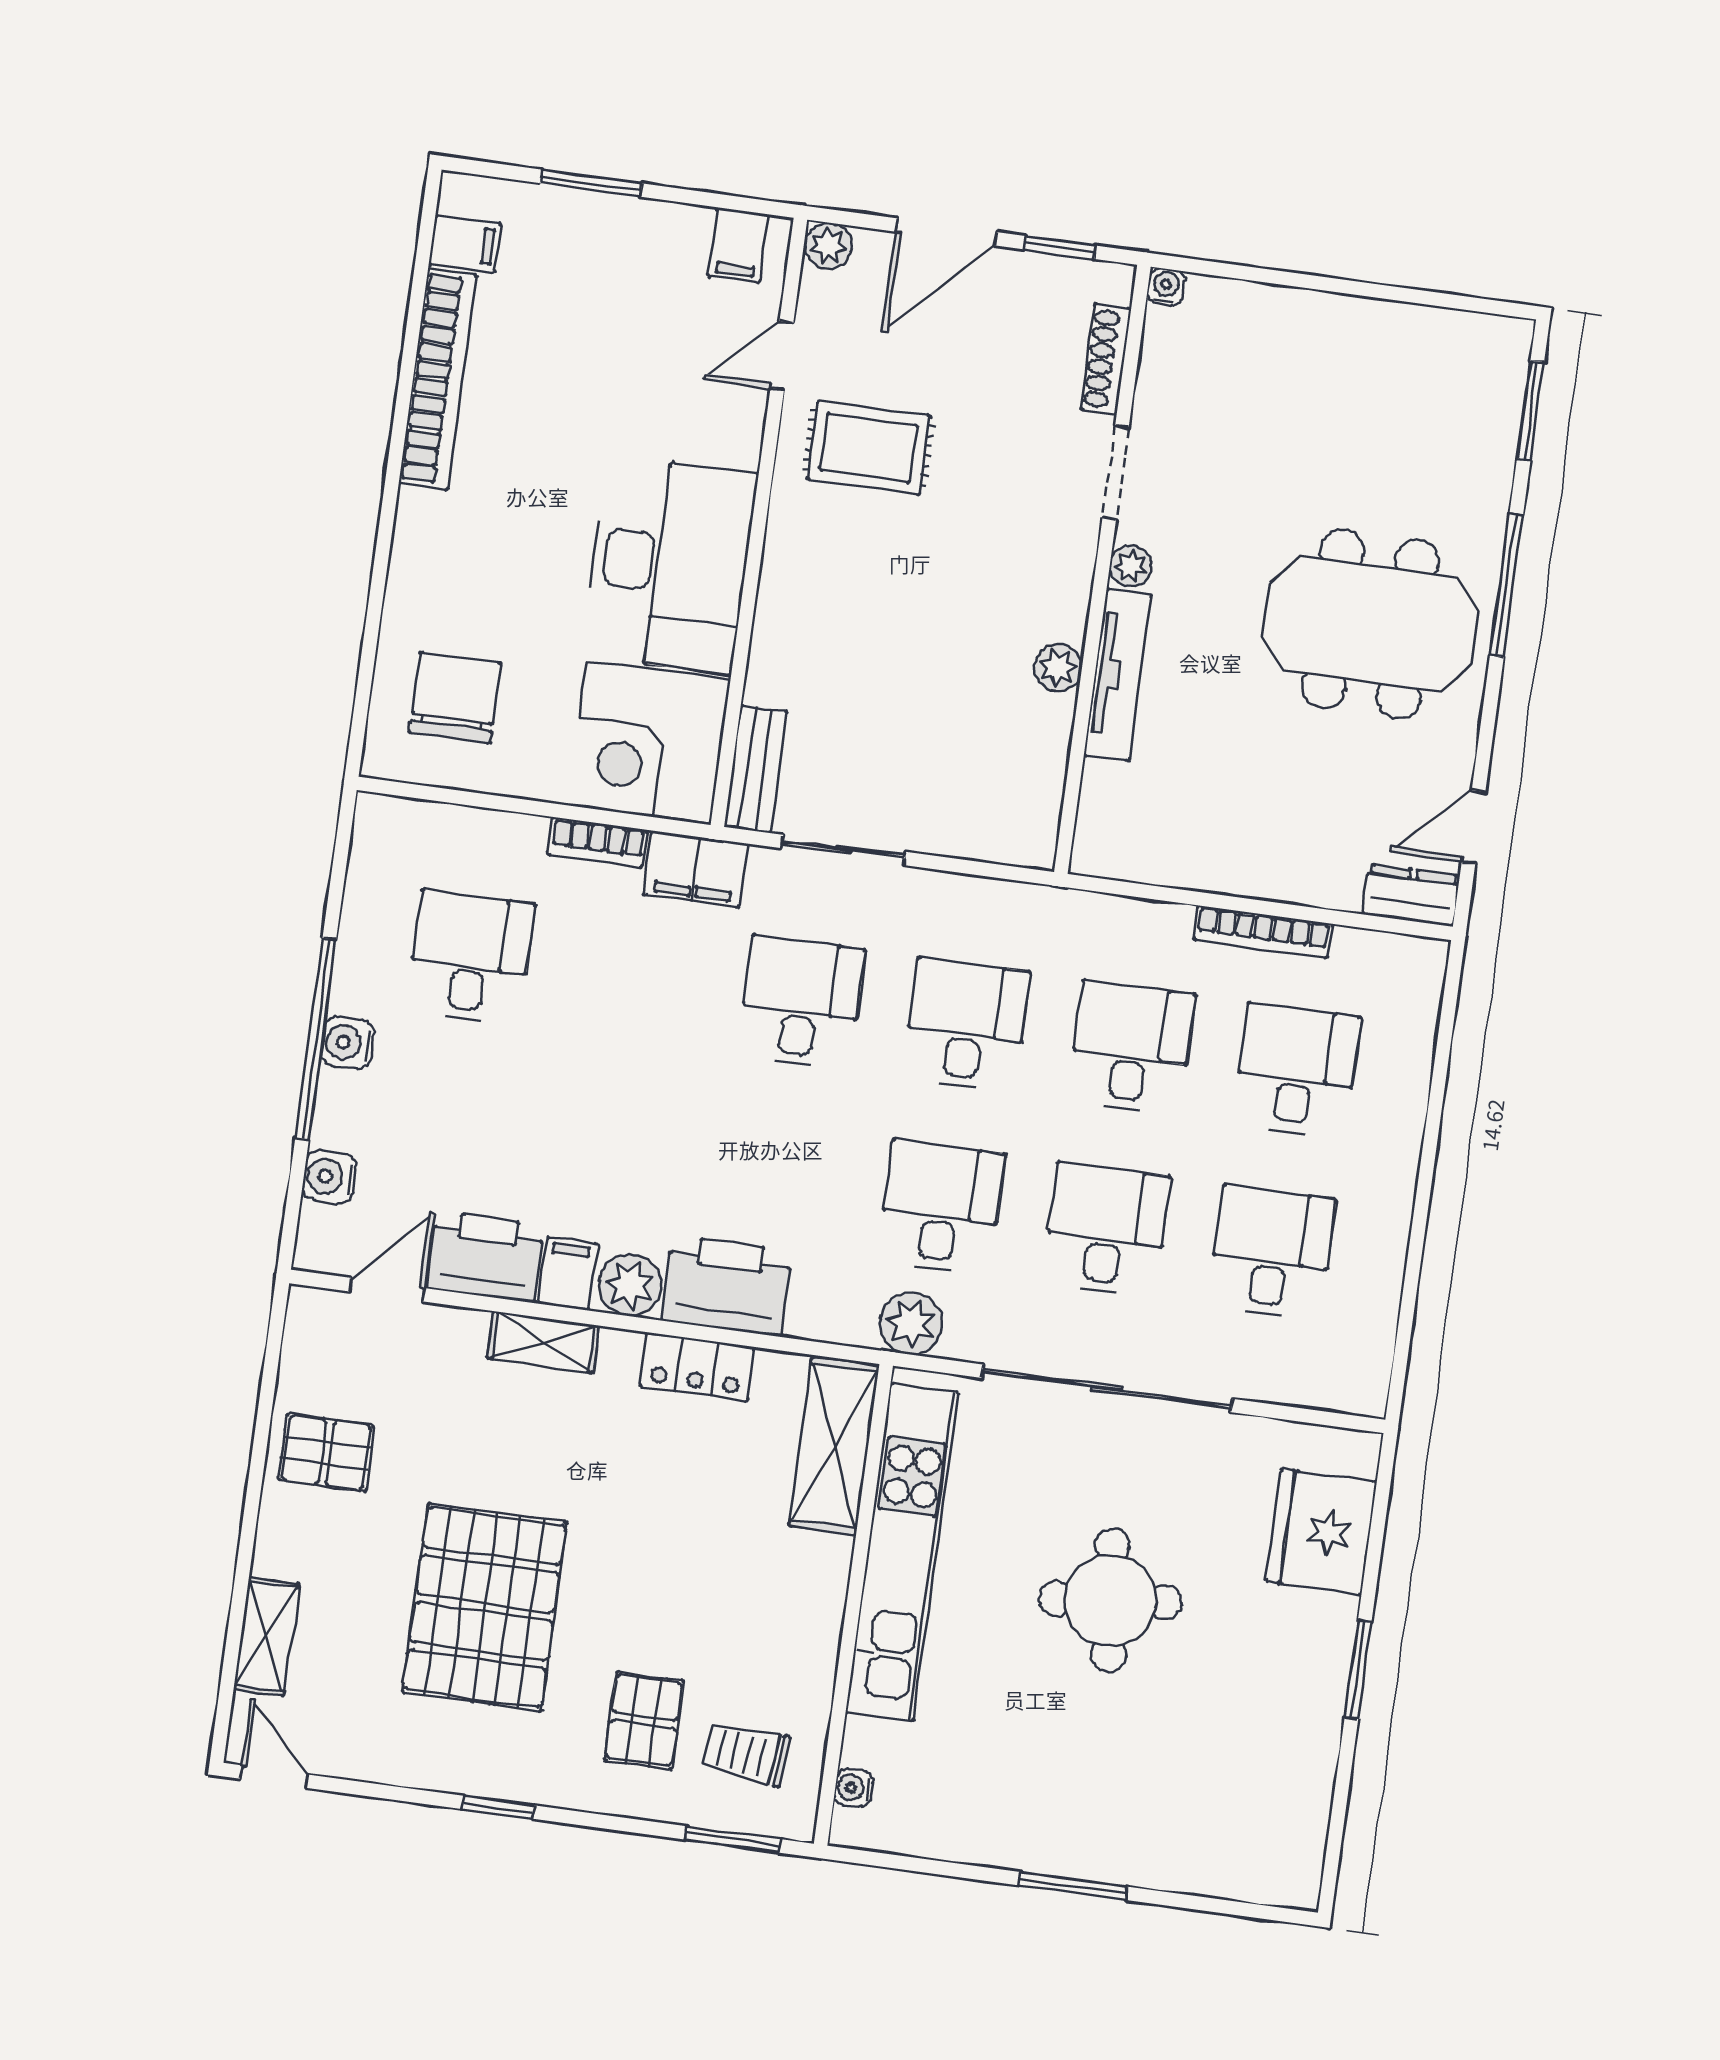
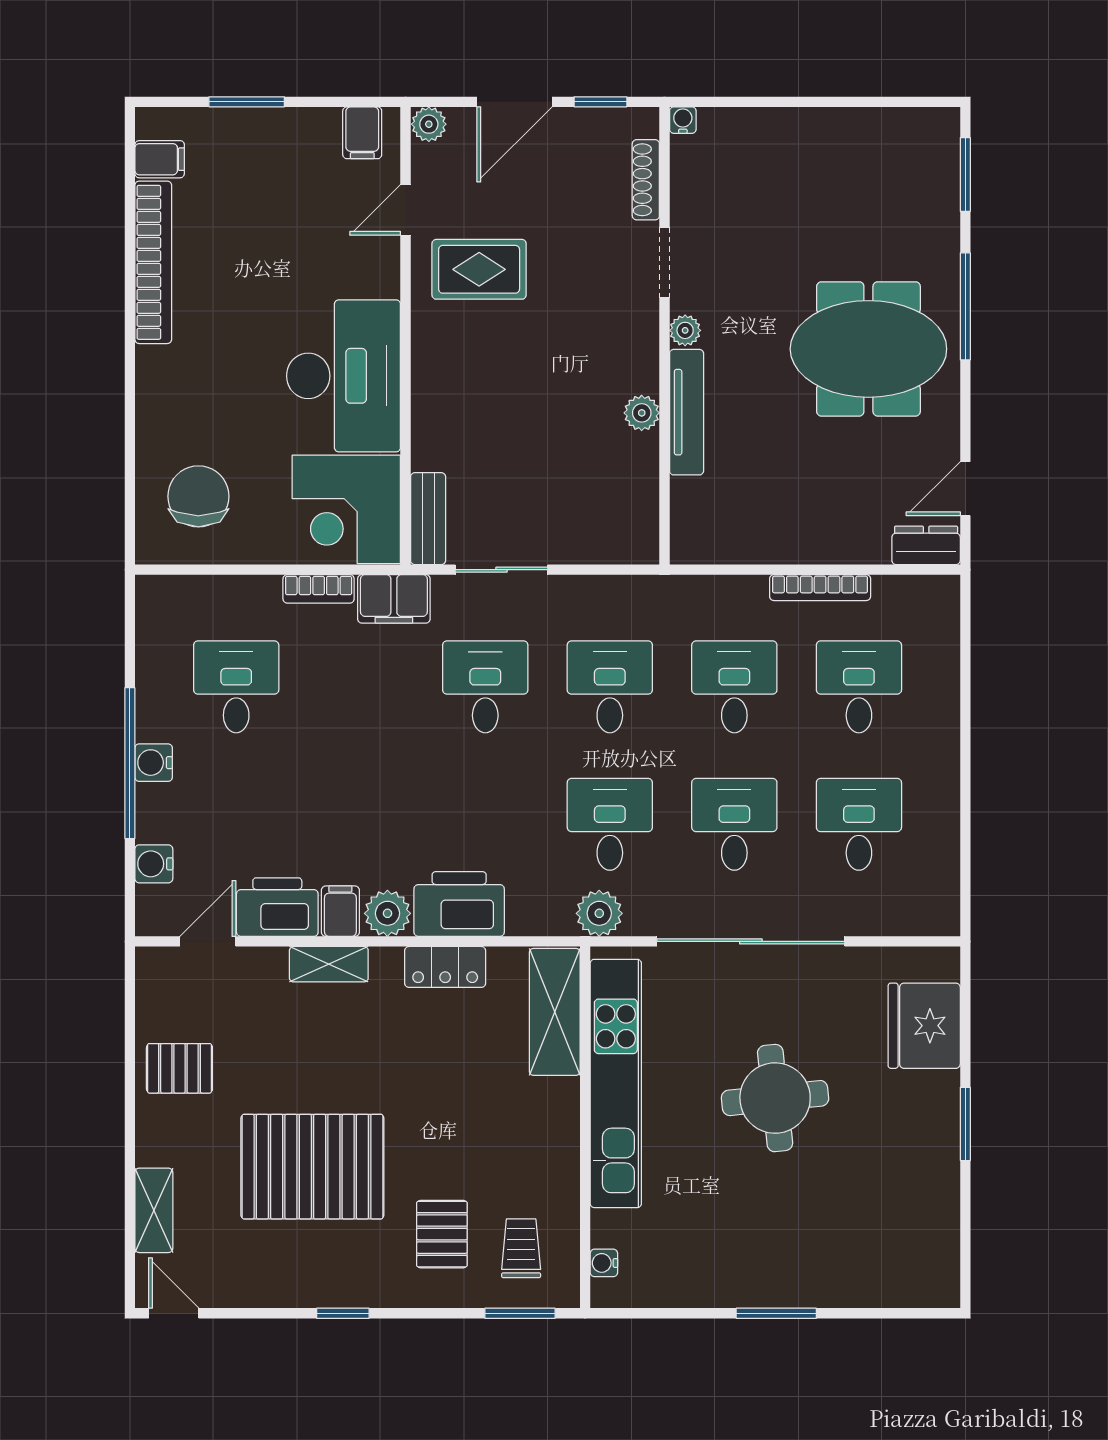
pallet: (485, 1607) -> (312, 1167), turned 90
trolley: (746, 1753) -> (521, 1248), turned 85

